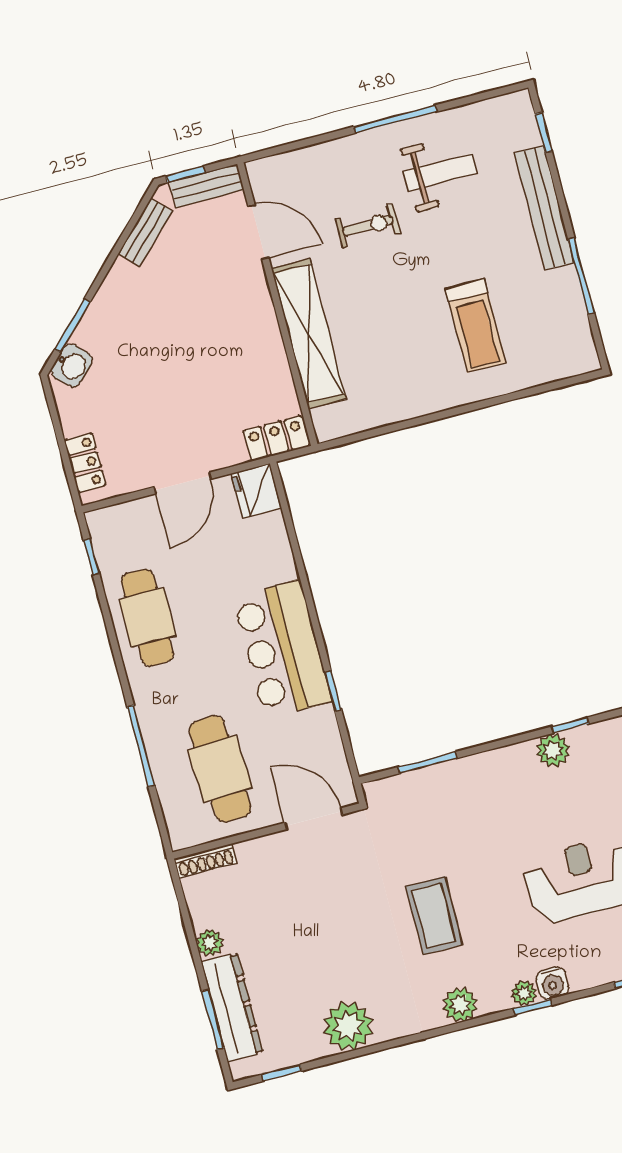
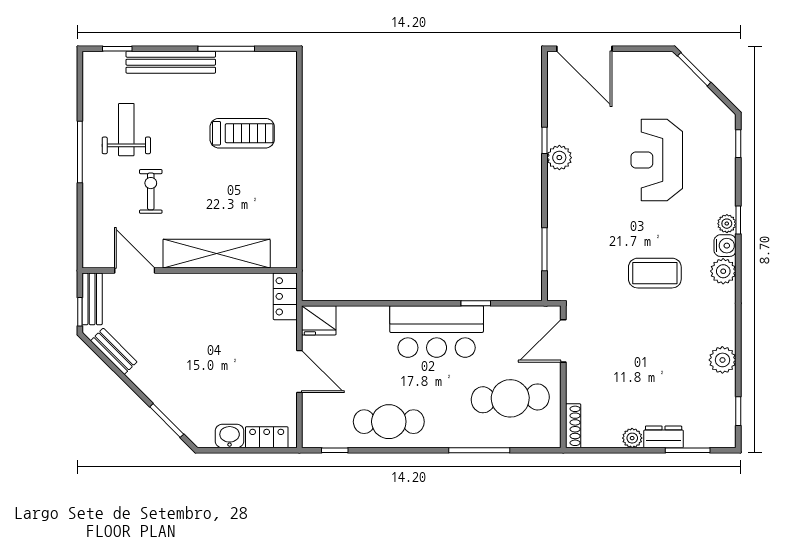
door: (258, 232) -> (135, 271), hinge flipped
washbasin: (72, 365) -> (230, 436), moved, turned -45
water cooler: (552, 983) -> (725, 246), moved
dresser: (232, 1007) -> (664, 437), width x0.51, depth x0.80
plant: (348, 1026) -> (722, 360), width x0.73, depth x0.73

